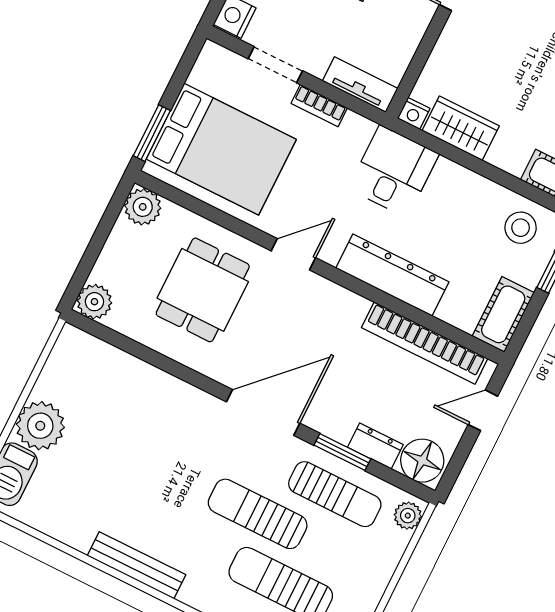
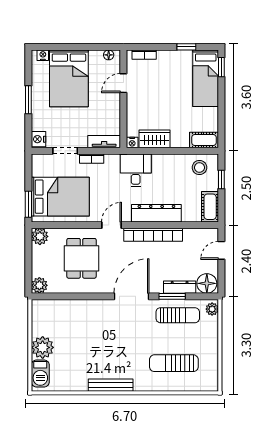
bookcase: (425, 343) -> (153, 235), moved
dresser: (375, 446) -> (180, 287), width x1.44
sun lounger: (258, 514) -> (150, 339), removed

